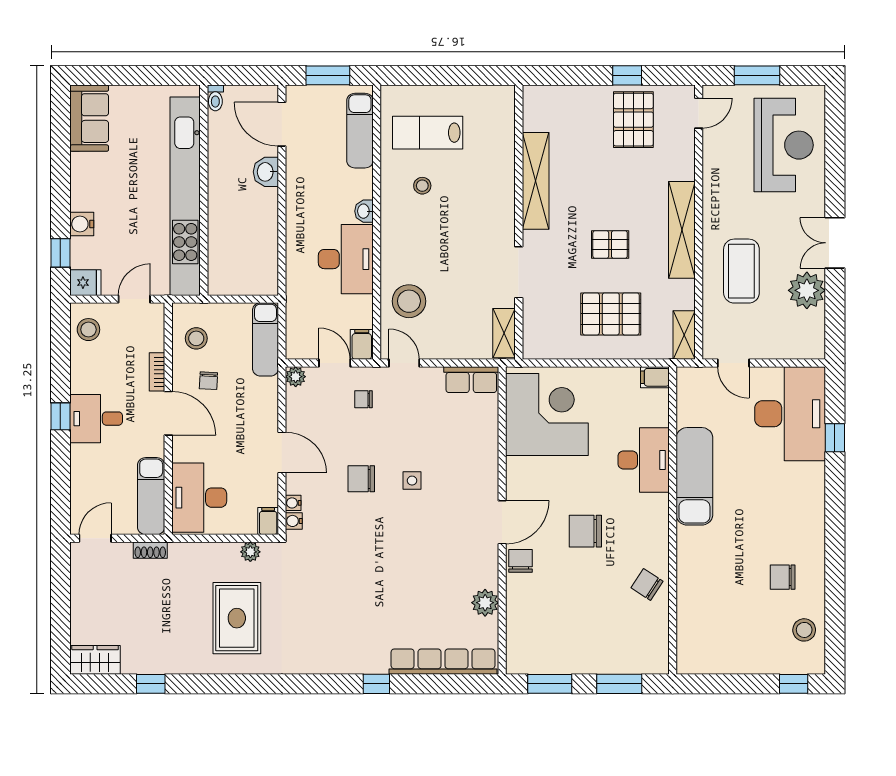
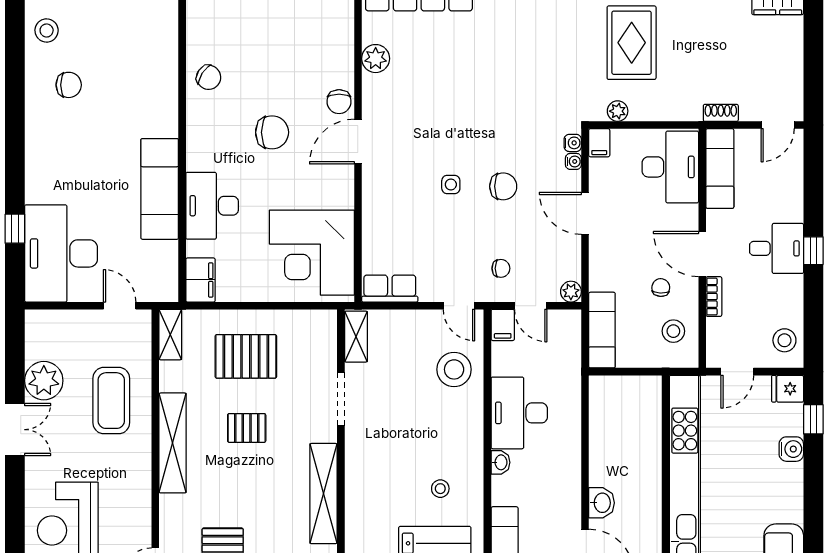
filing cabinet: (655, 377) -> (200, 280), width x2.00

